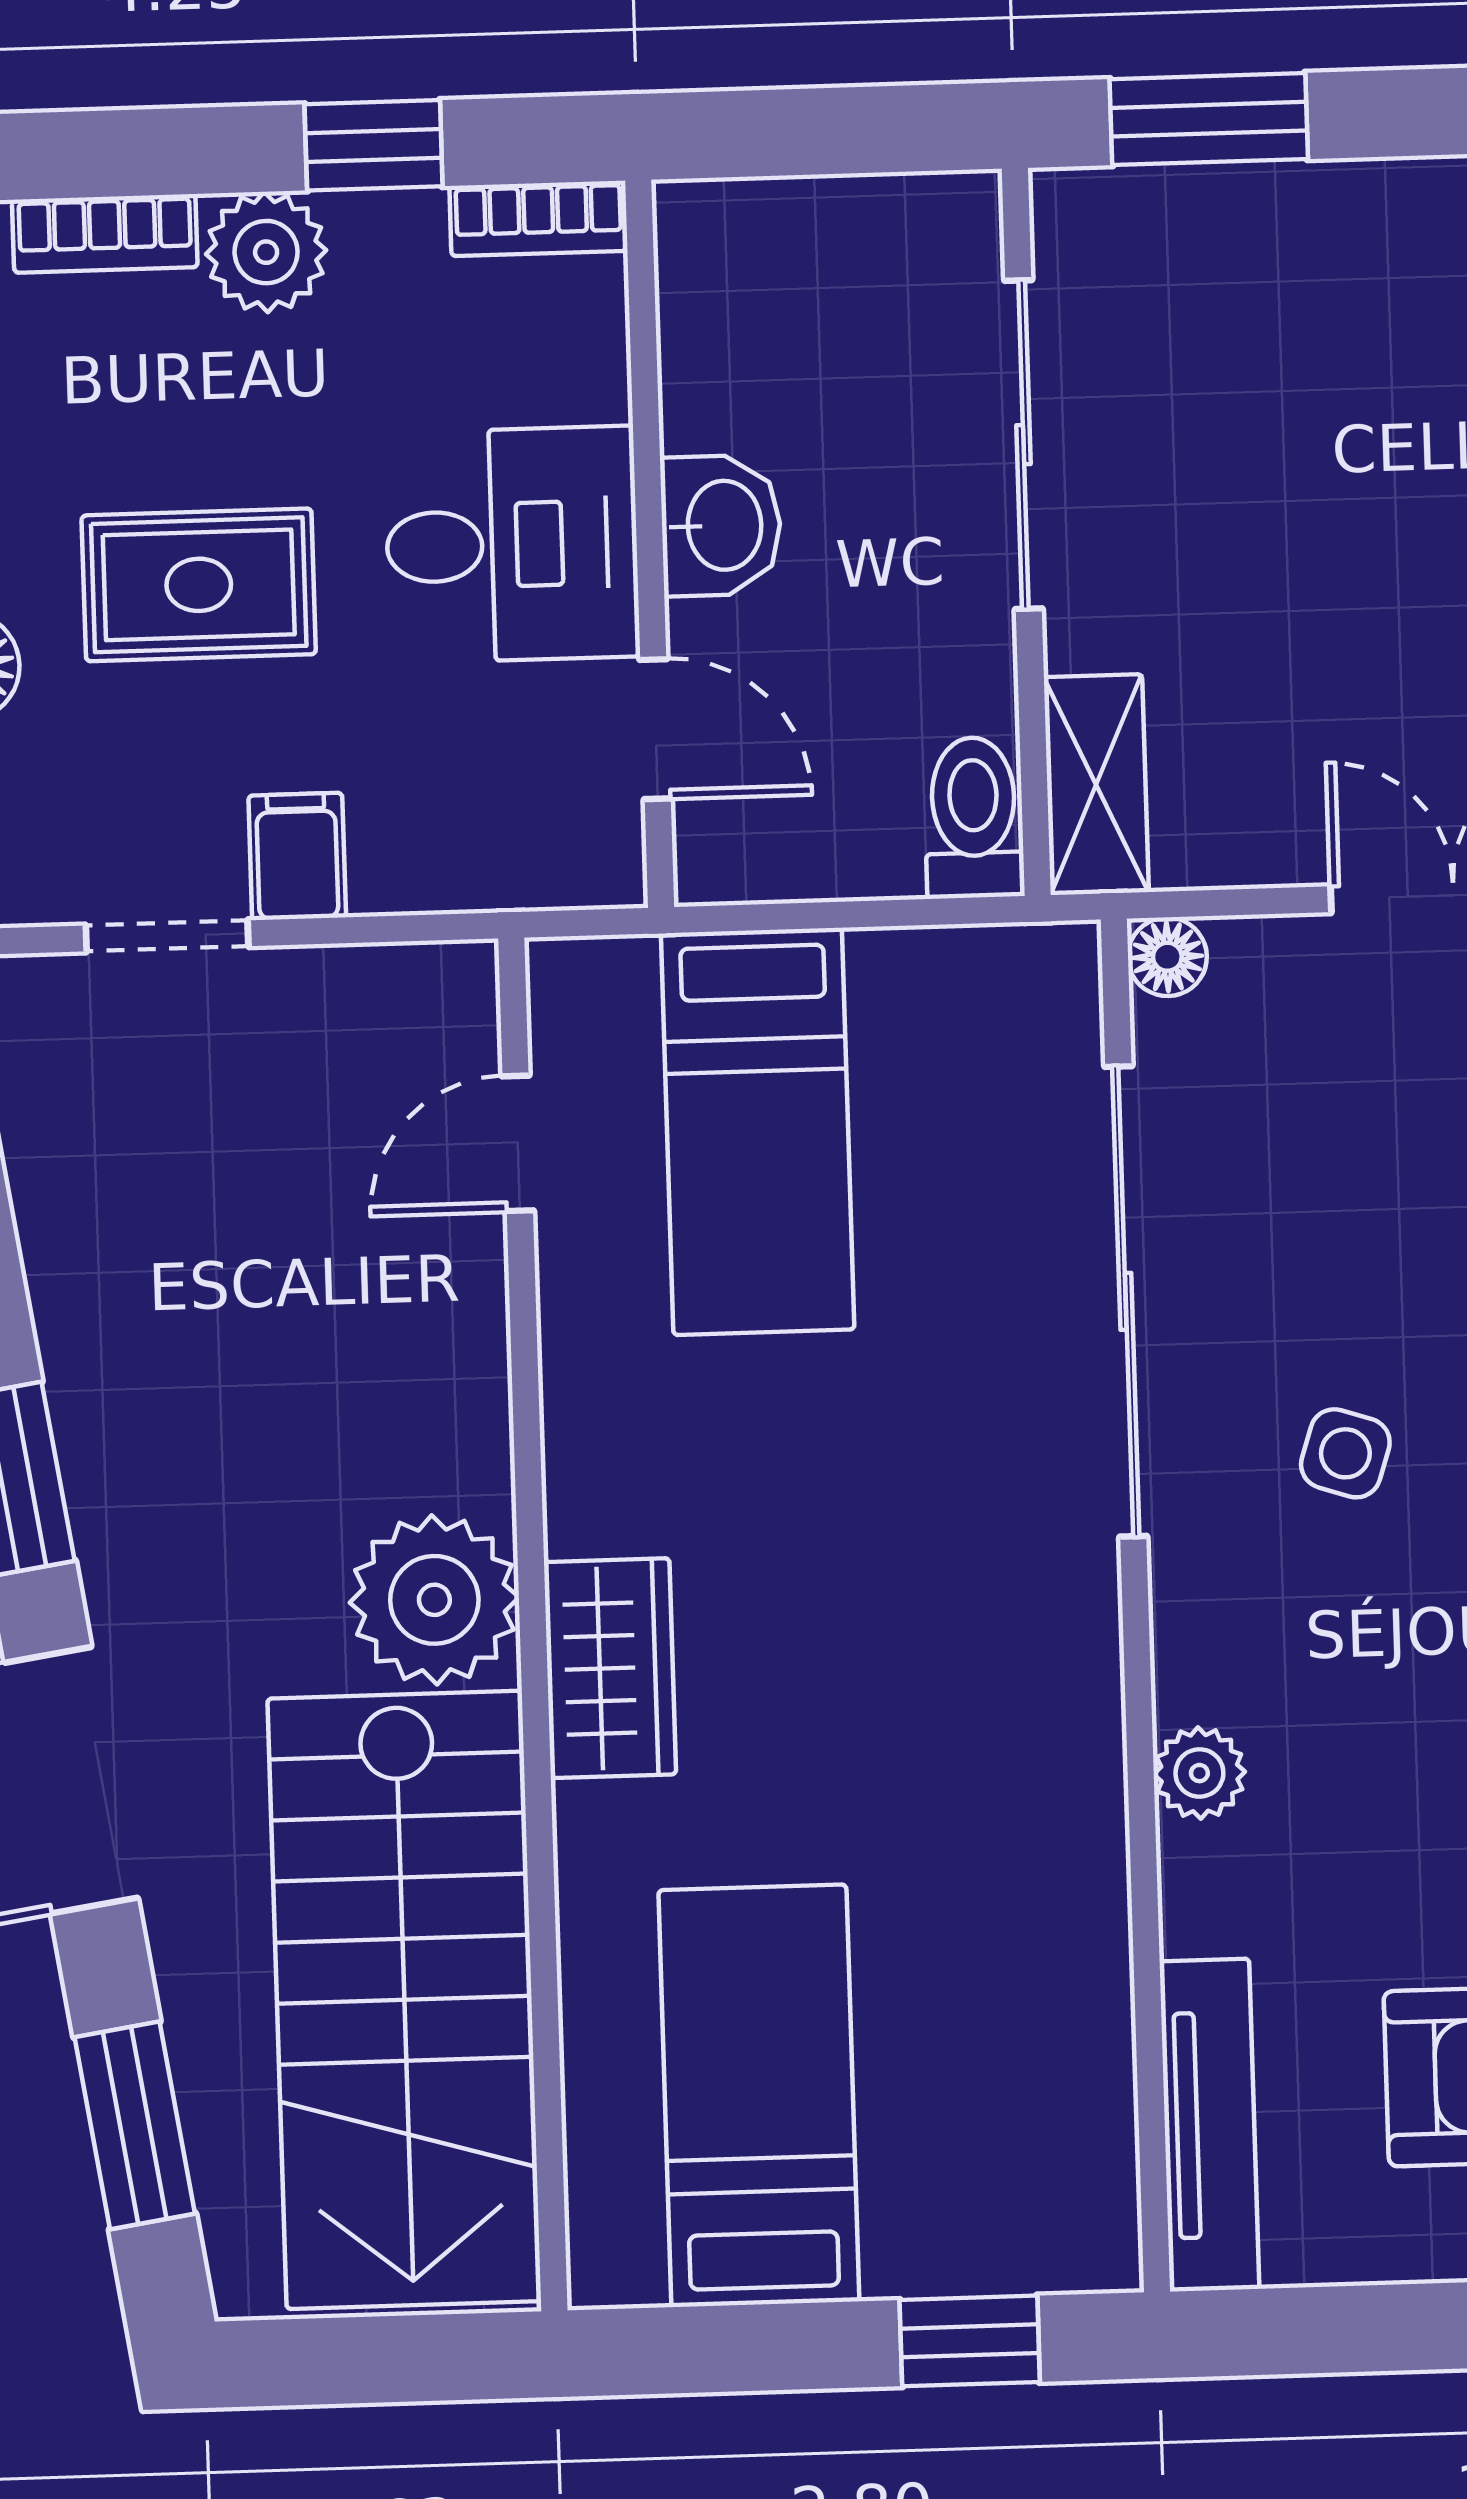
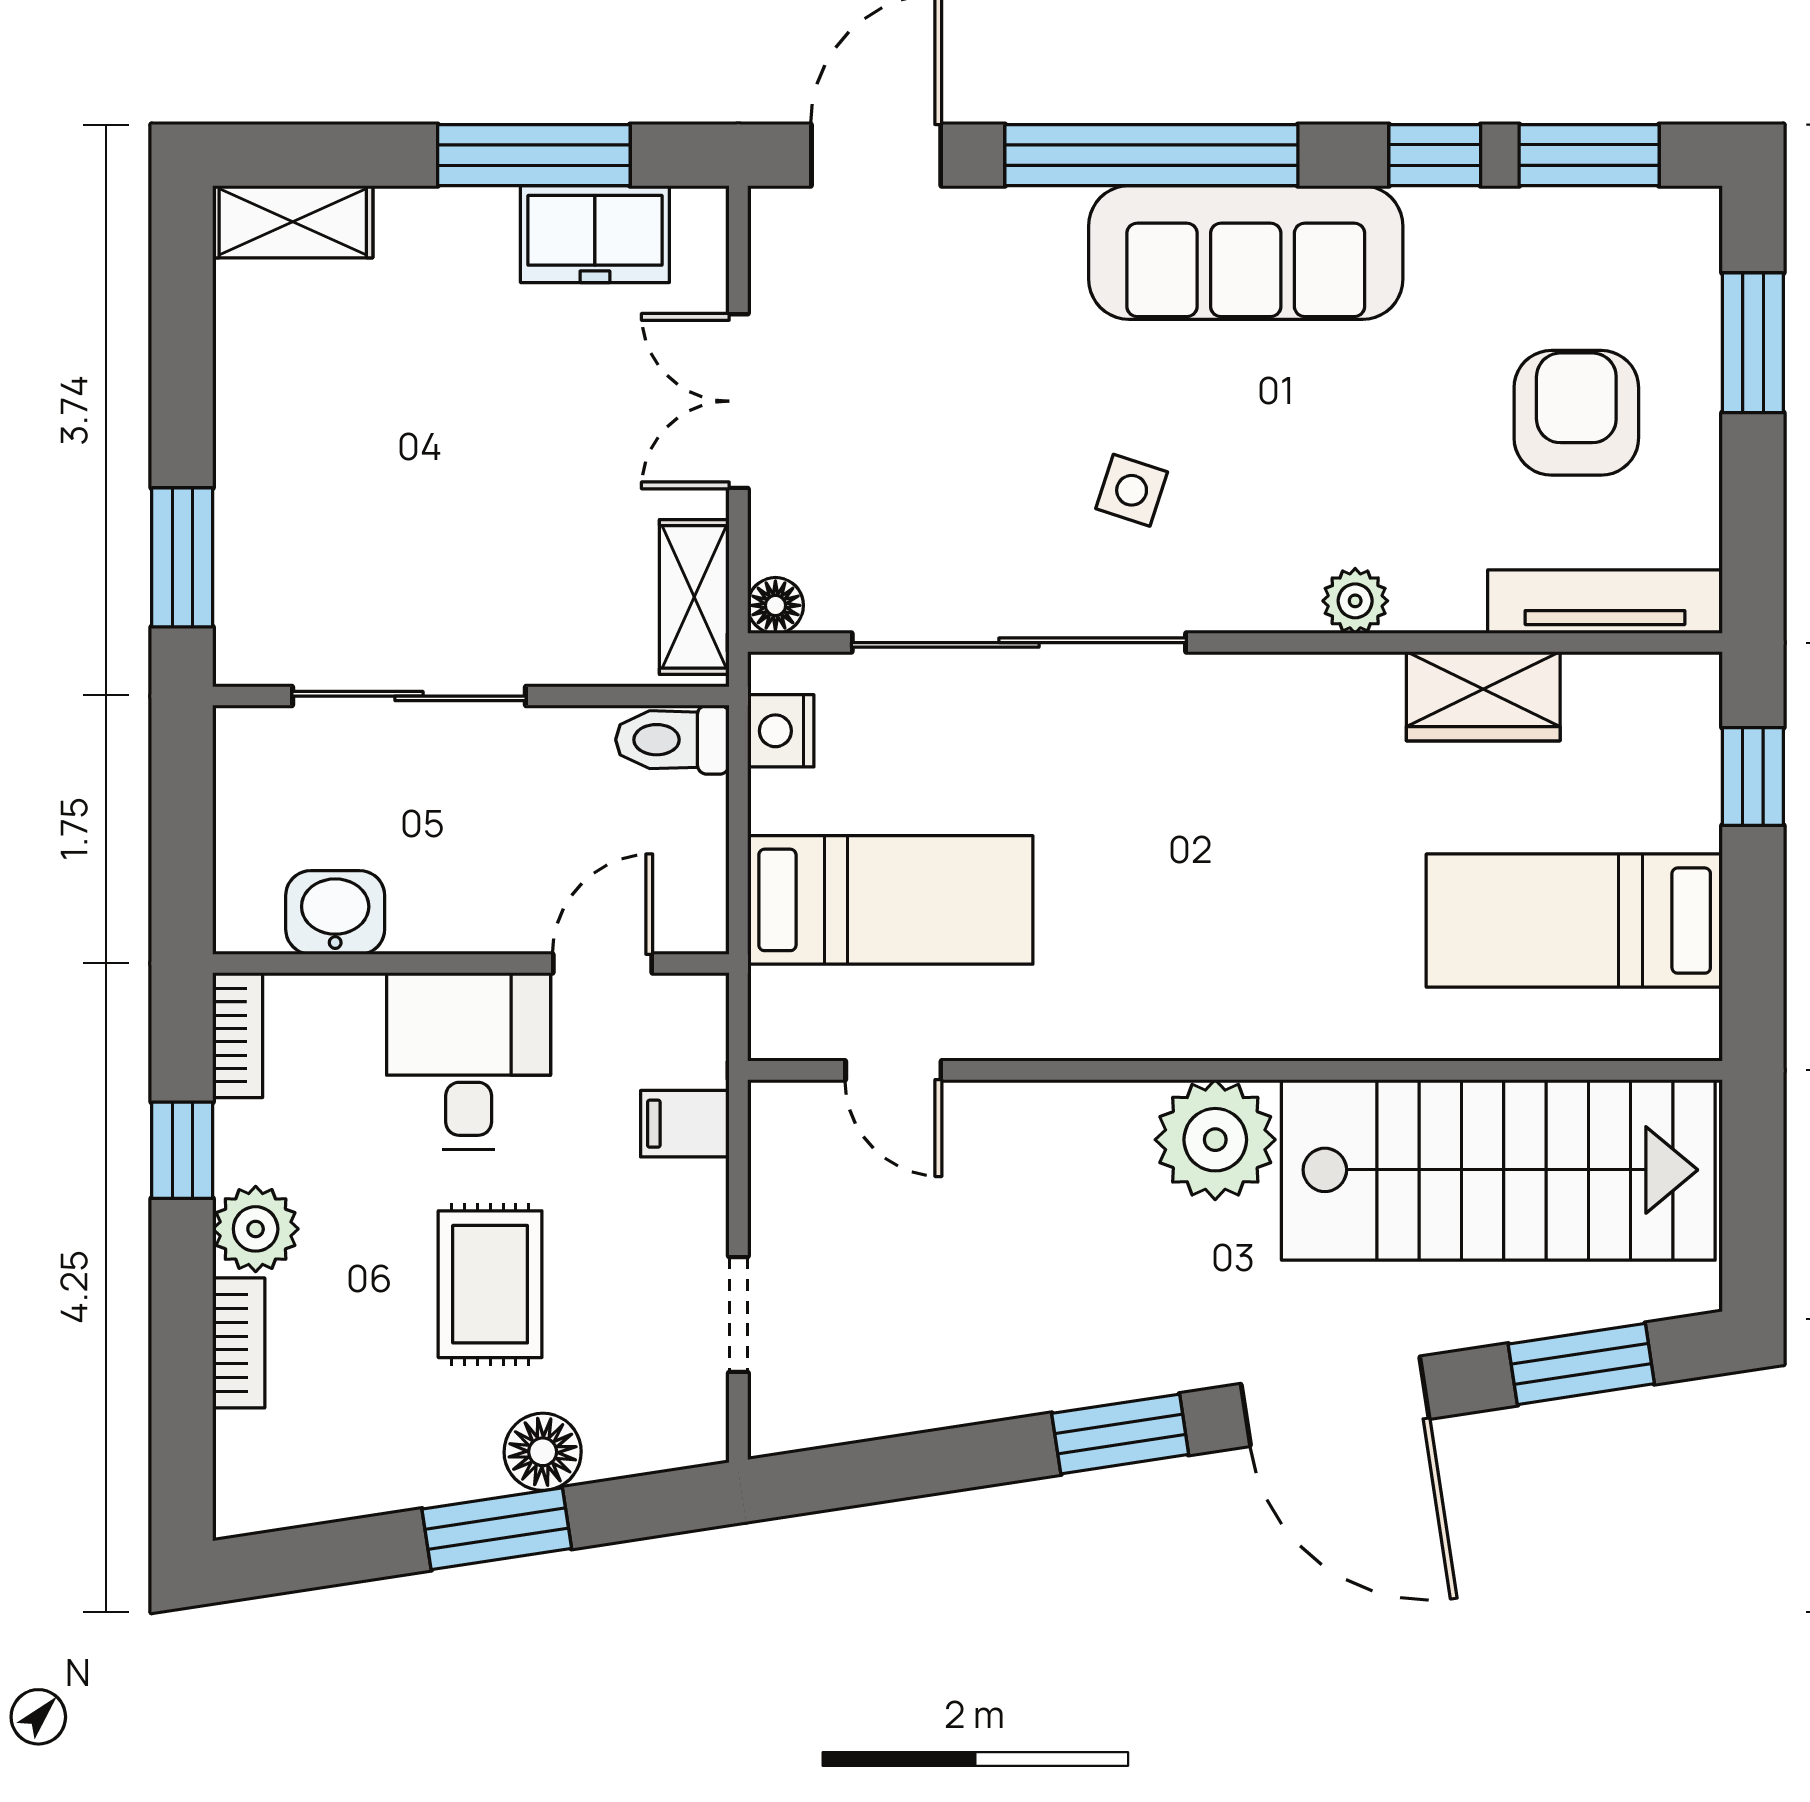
washbasin: (721, 525) -> (335, 912), moved
shelving: (1096, 785) -> (694, 597), moved, turned 90
filing cabinet: (297, 856) -> (685, 1124), moved
nightstand: (991, 970) -> (781, 731), added
wardrobe: (610, 1668) -> (1483, 696), moved, turned 180

